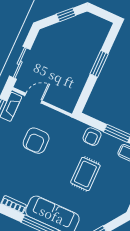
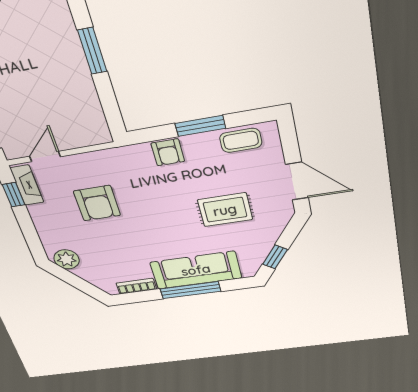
rug: (85, 174) -> (225, 210), moved, turned 90

